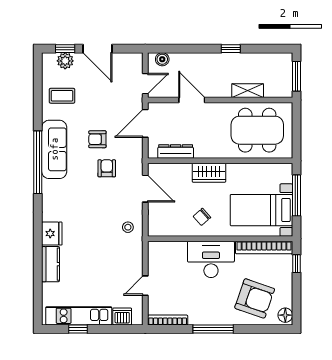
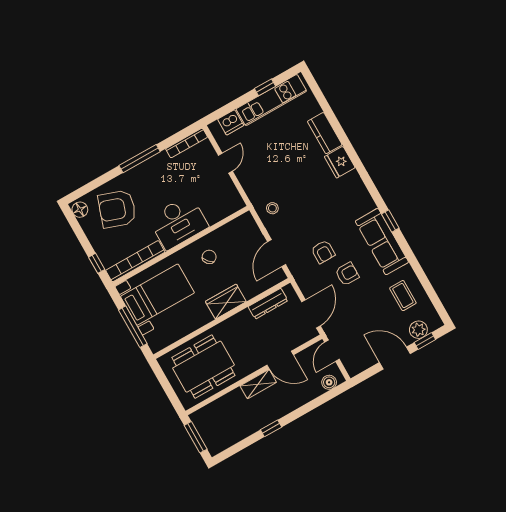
shelving: (248, 91) -> (258, 384), moved
coffee table: (62, 96) -> (403, 296), turned 90
window: (38, 162) -> (390, 221), width x0.32
door: (145, 189) -> (277, 253), hinge flipped

